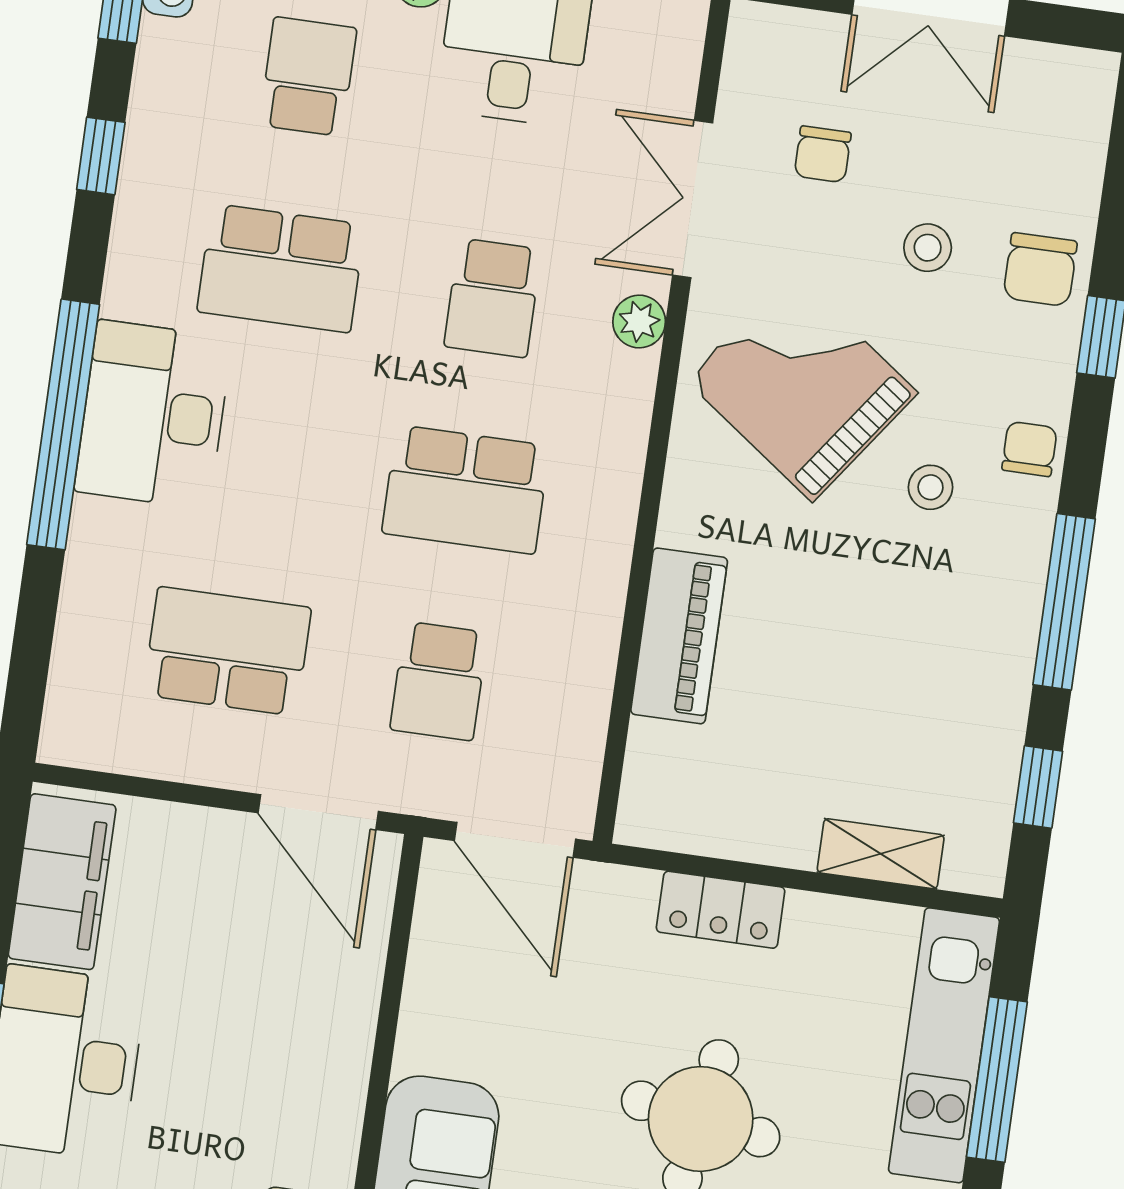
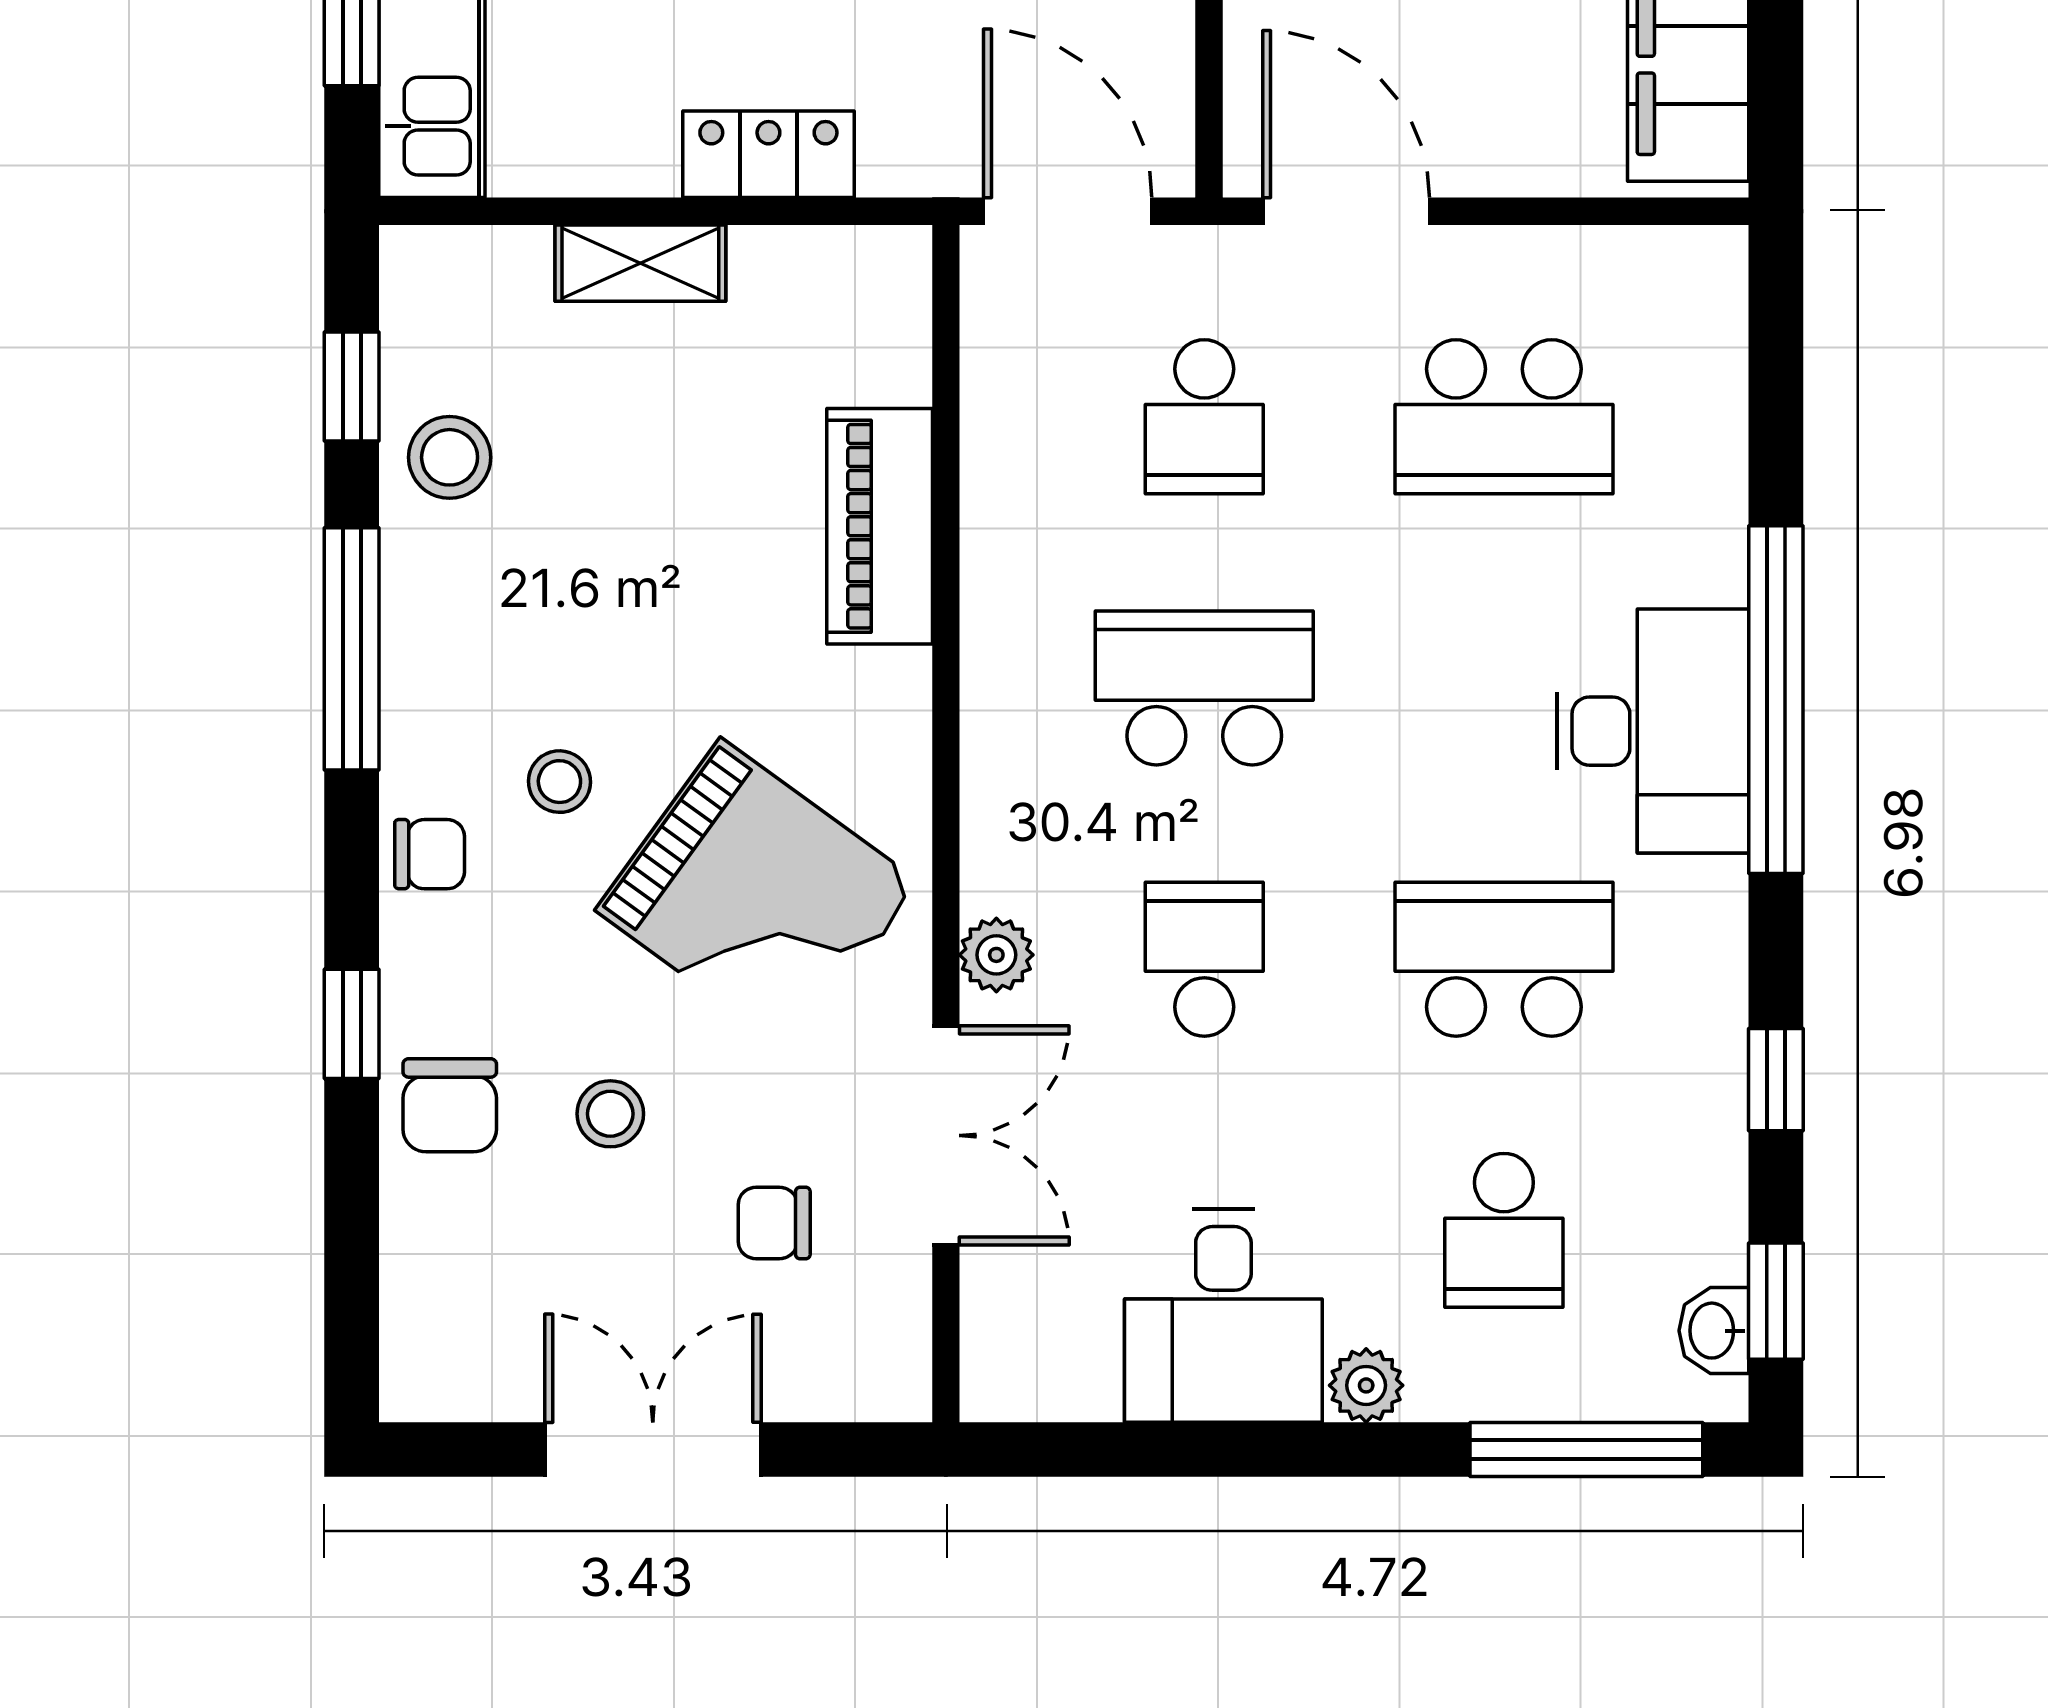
chair: (823, 154) -> (774, 1223), turned -90
chair: (1040, 270) -> (450, 1105), turned 180
chair: (1029, 449) -> (430, 854), turned -90
school desk: (439, 681) -> (1204, 417), turned 180
stool: (976, 727) -> (450, 457), added
shelving: (881, 854) -> (640, 263), moved

